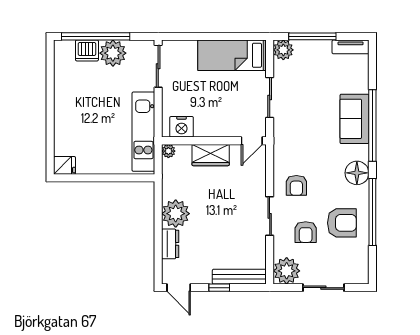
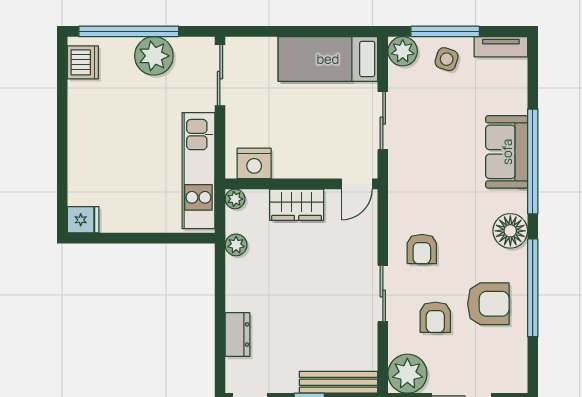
dishwasher: (87, 50) -> (83, 62), moved, turned -90
side table: (313, 55) -> (447, 59), added
plant: (176, 214) -> (236, 245), moved, width x0.53, depth x0.53

